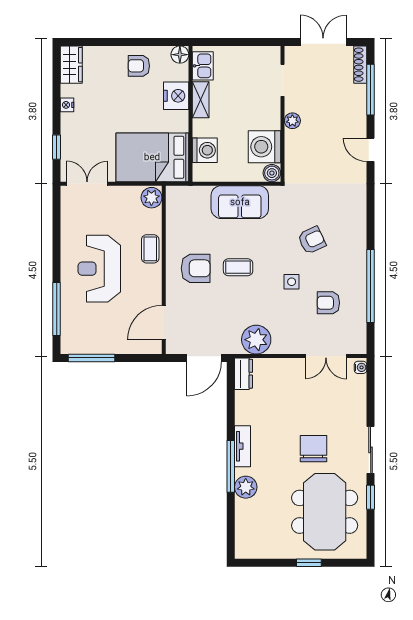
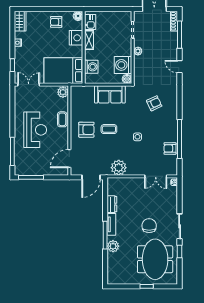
armchair: (312, 240) -> (154, 103), moved
reception desk: (99, 269) -> (35, 130), turned 180
armchair: (328, 303) -> (170, 148), moved
dresser: (244, 374) -> (112, 204), moved

